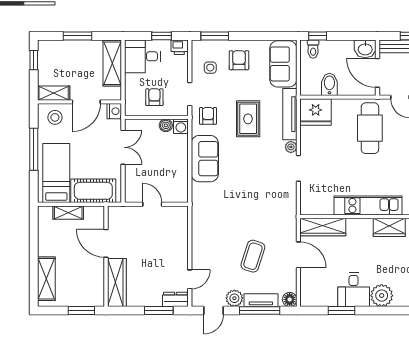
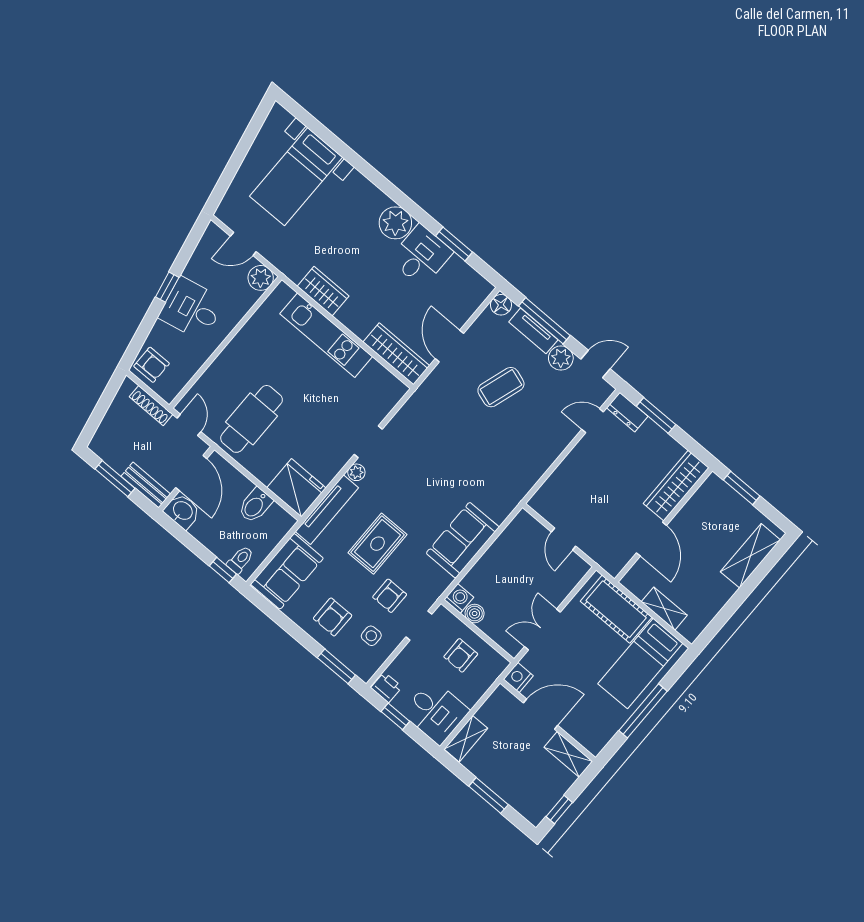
shelving: (112, 63) -> (466, 739), width x0.67, depth x0.75
armchair: (208, 116) -> (390, 596), moved
stool: (55, 117) -> (590, 726), removed

